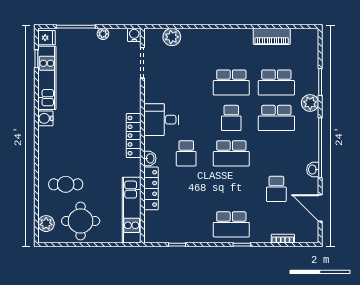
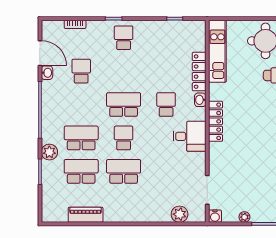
washbasin: (313, 170) -> (47, 73), moved
school desk: (231, 224) -> (124, 38), width x0.54

